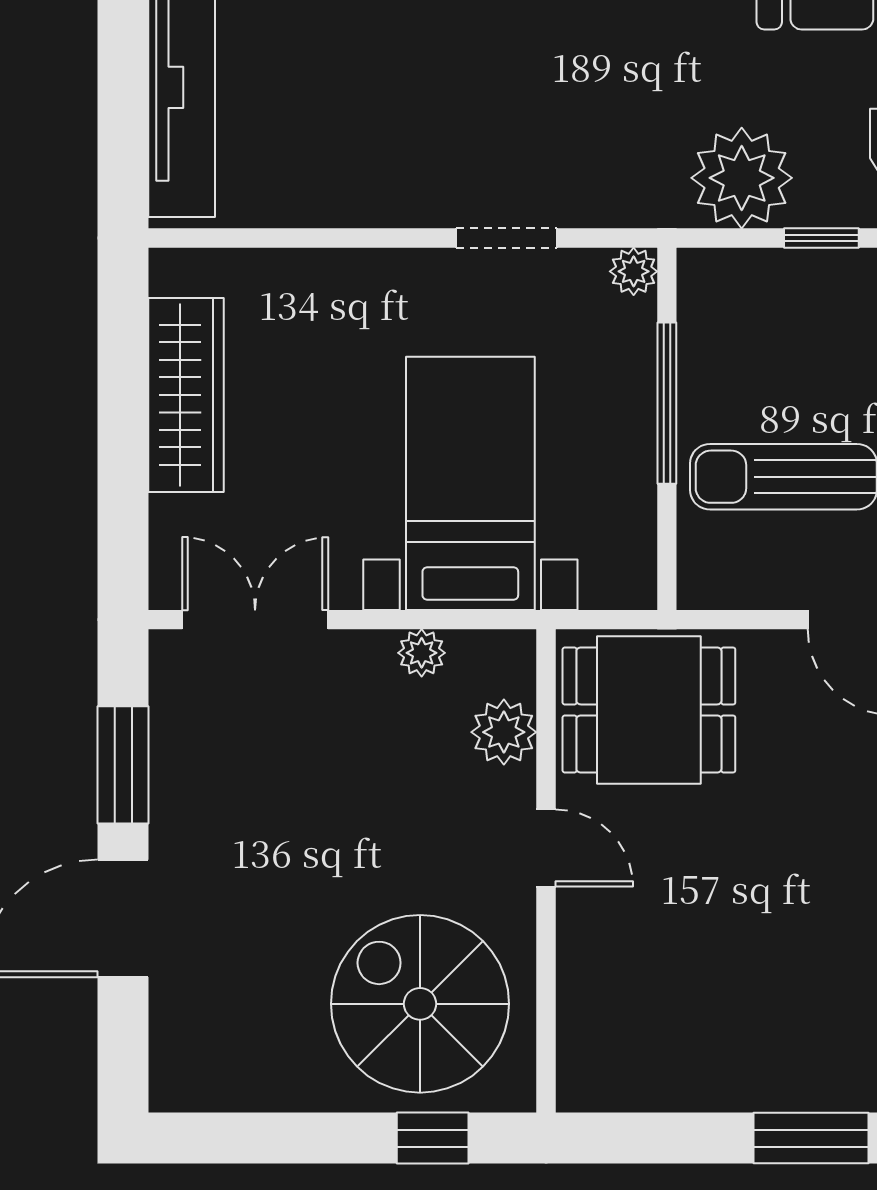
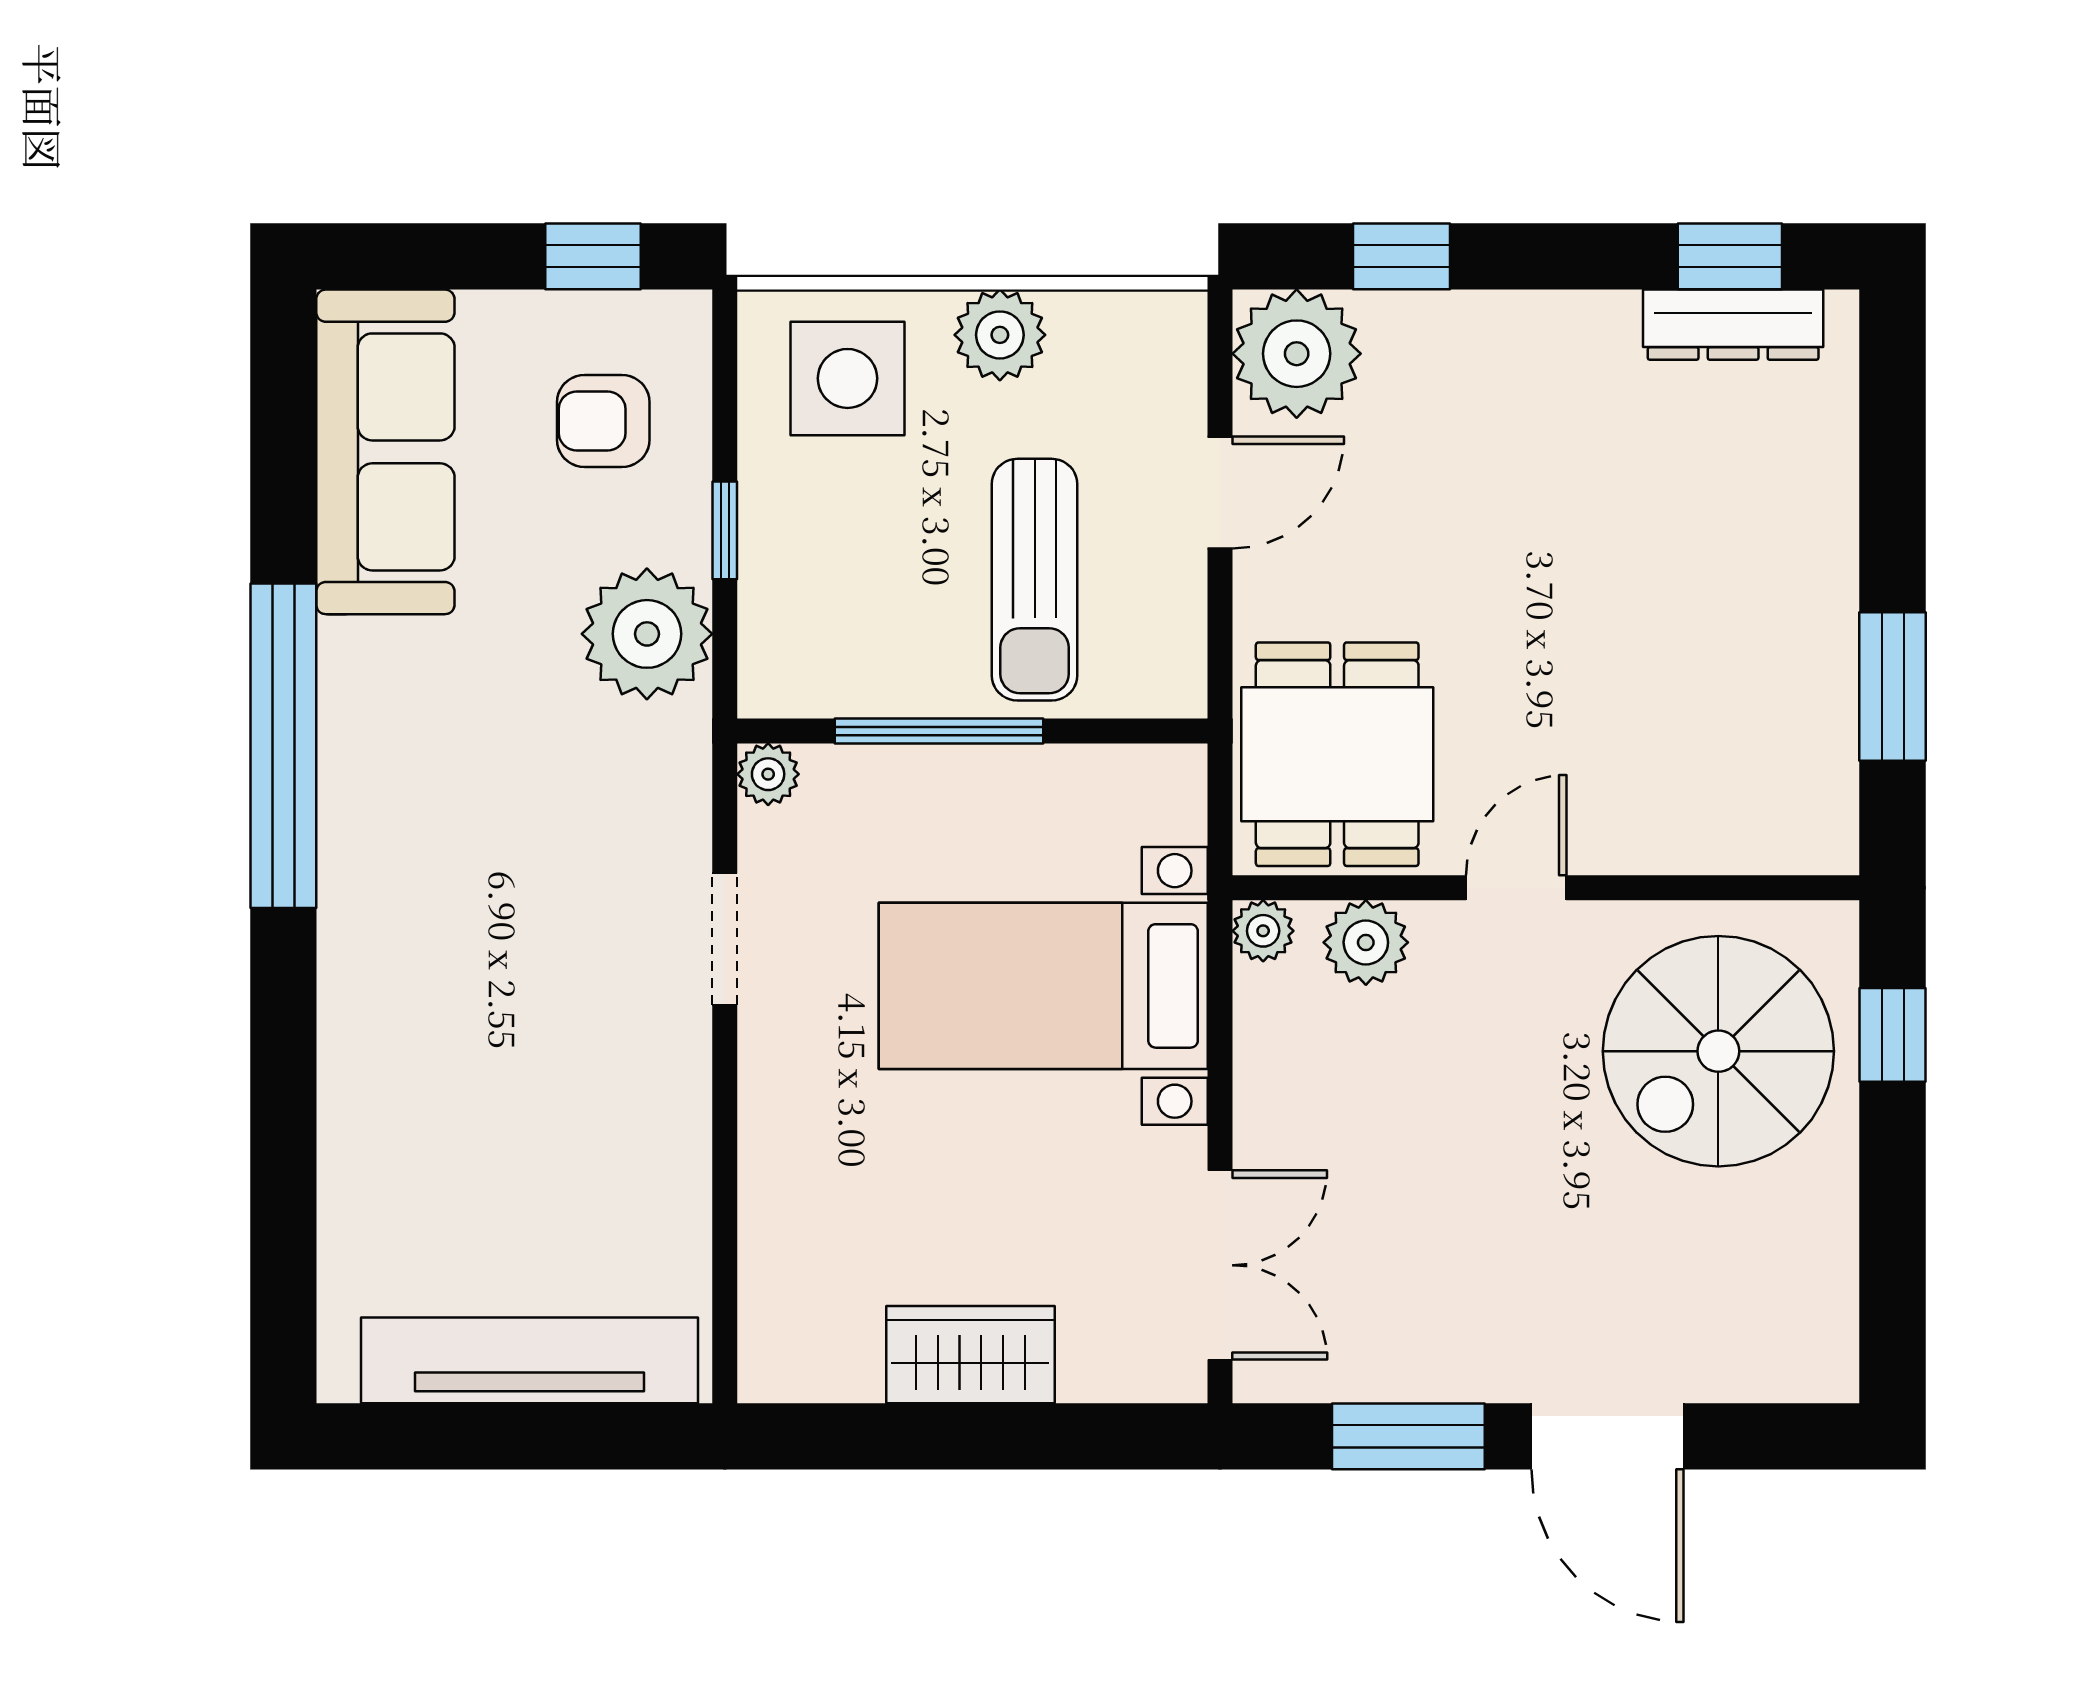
wardrobe: (186, 395) -> (970, 1355), width x0.67
double door: (255, 620) -> (1220, 1265), swing flipped
plant: (422, 653) -> (1263, 931), moved
window: (811, 1138) -> (1893, 687), moved

